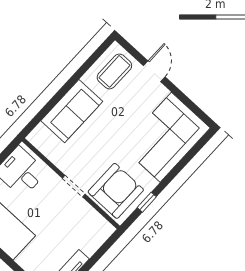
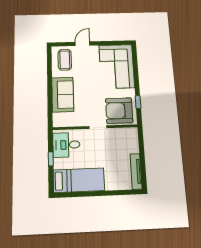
door: (154, 71) -> (82, 44), hinge flipped
armchair: (116, 191) -> (119, 111), turned -90

